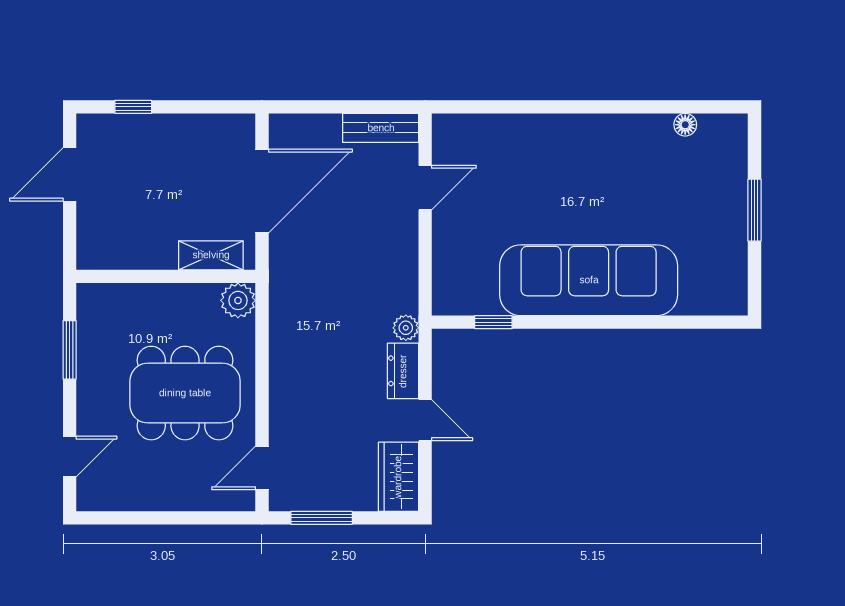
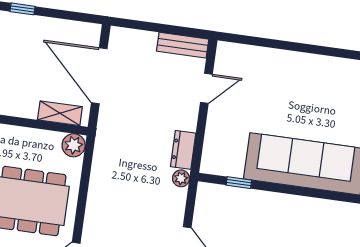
door: (262, 191) -> (99, 76), swing flipped
dresser: (403, 371) -> (183, 150), moved

